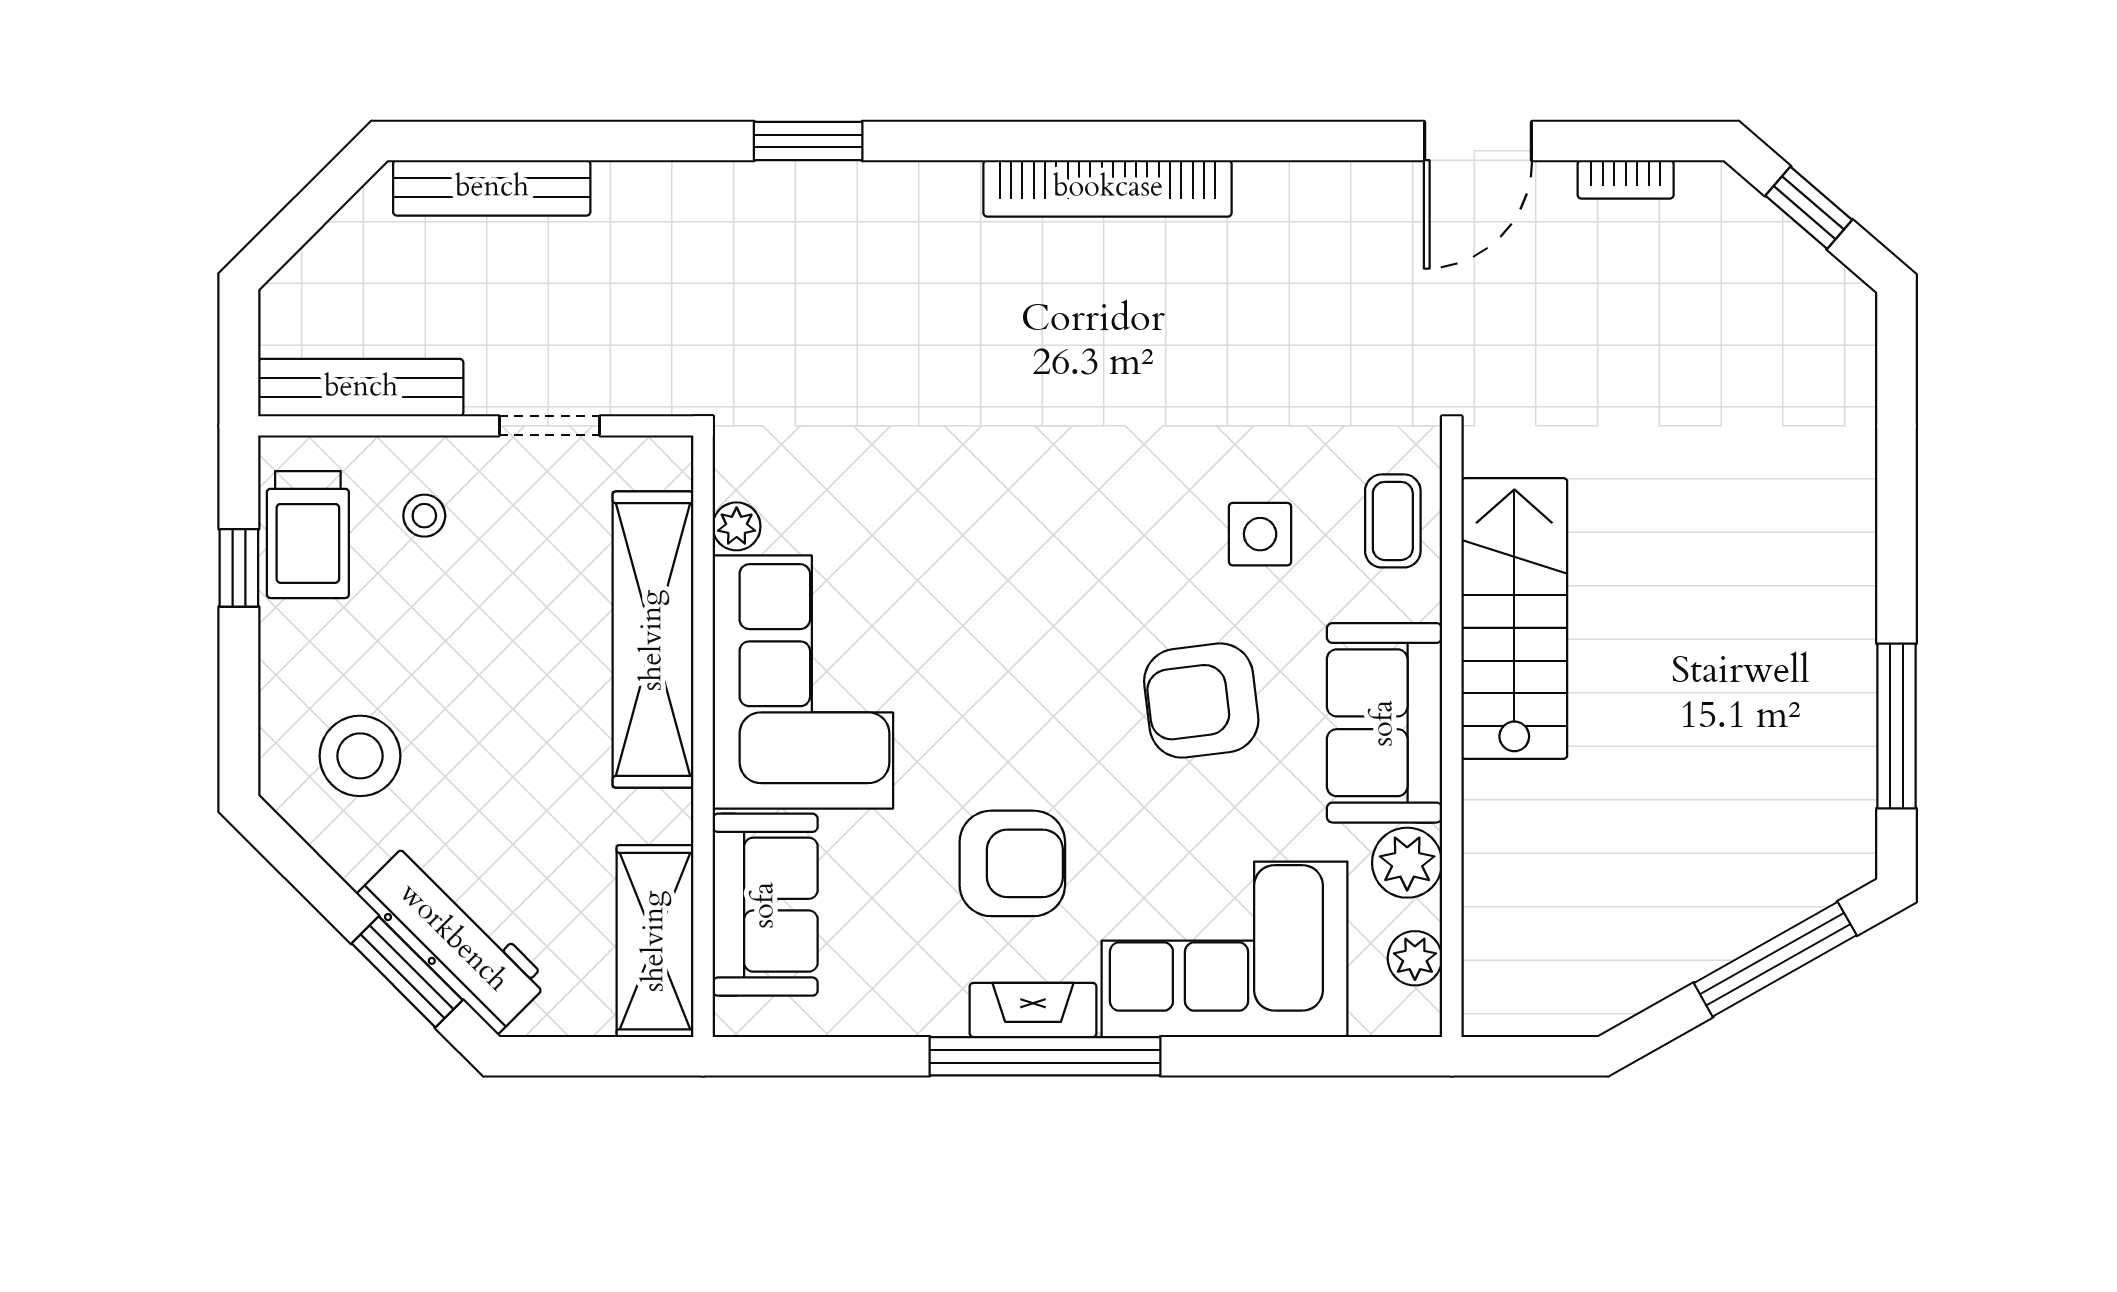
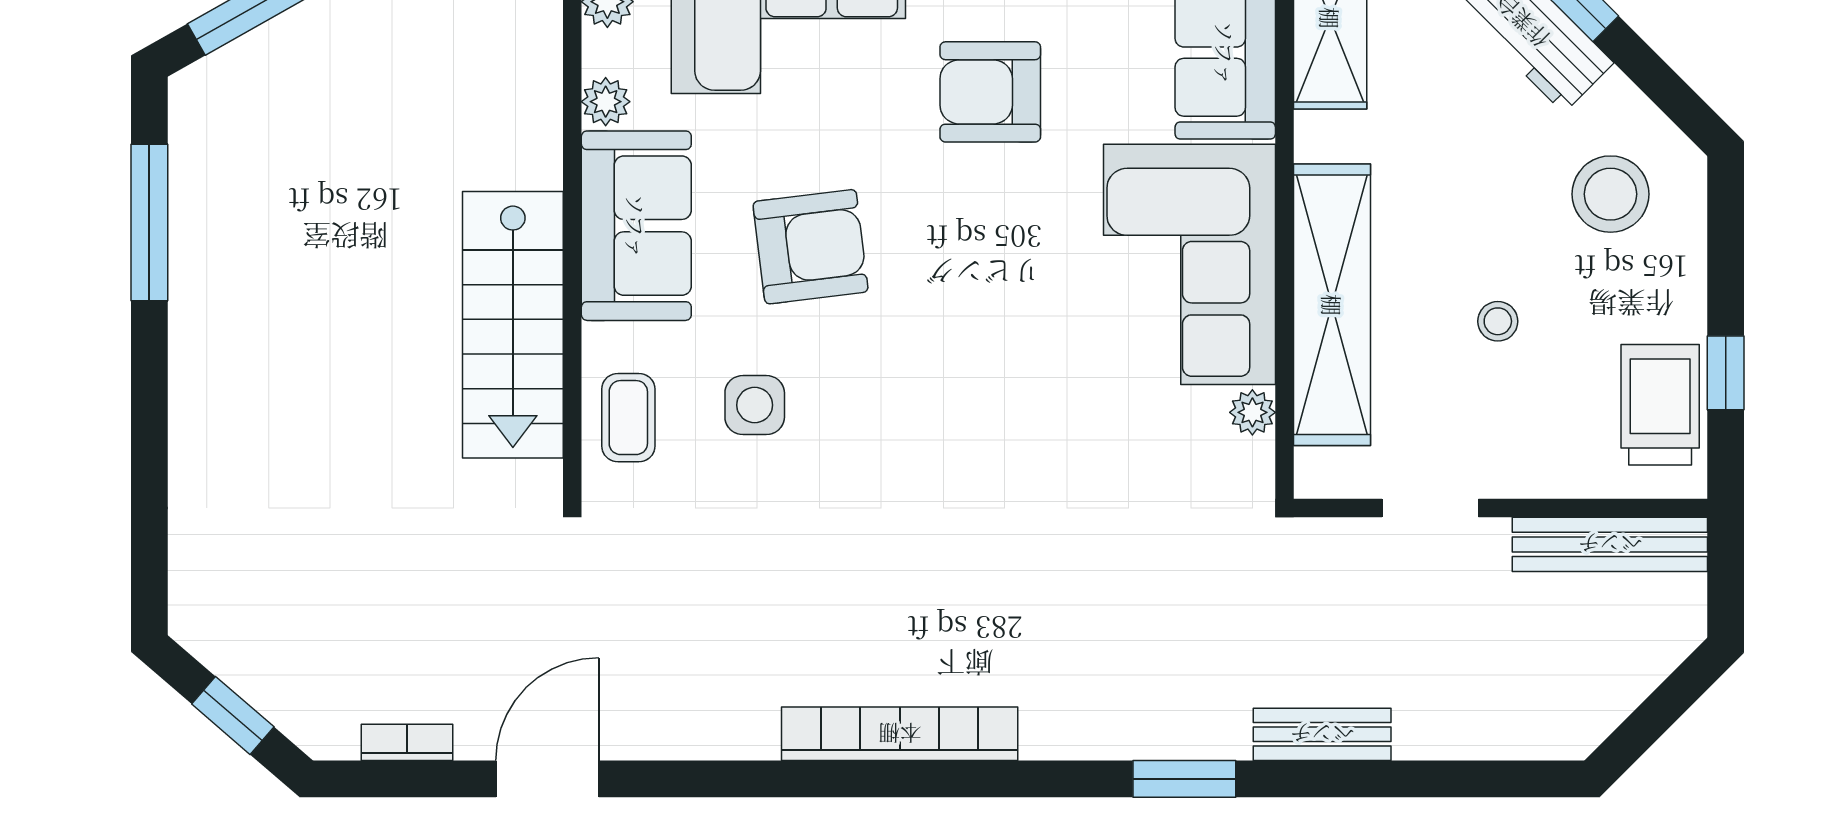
bench: (492, 188) -> (1322, 734), moved, width x0.73
stool: (424, 516) -> (1498, 321), moved
plant: (1407, 863) -> (606, 102), width x0.73, depth x0.73

